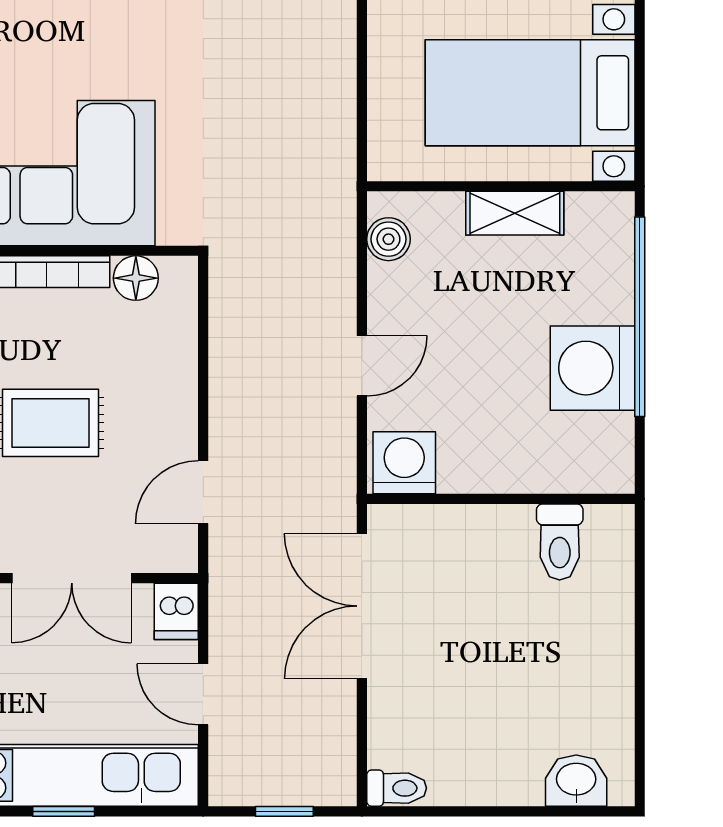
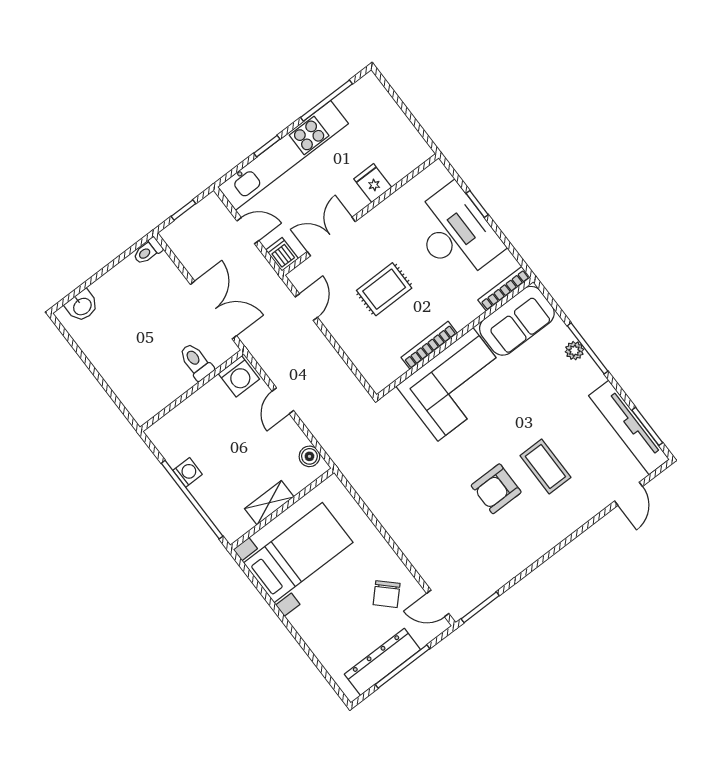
floor lamp: (136, 278) -> (394, 369), removed
washing machine: (593, 368) -> (188, 472), width x0.53, depth x0.53
toilet: (560, 542) -> (196, 362), moved

